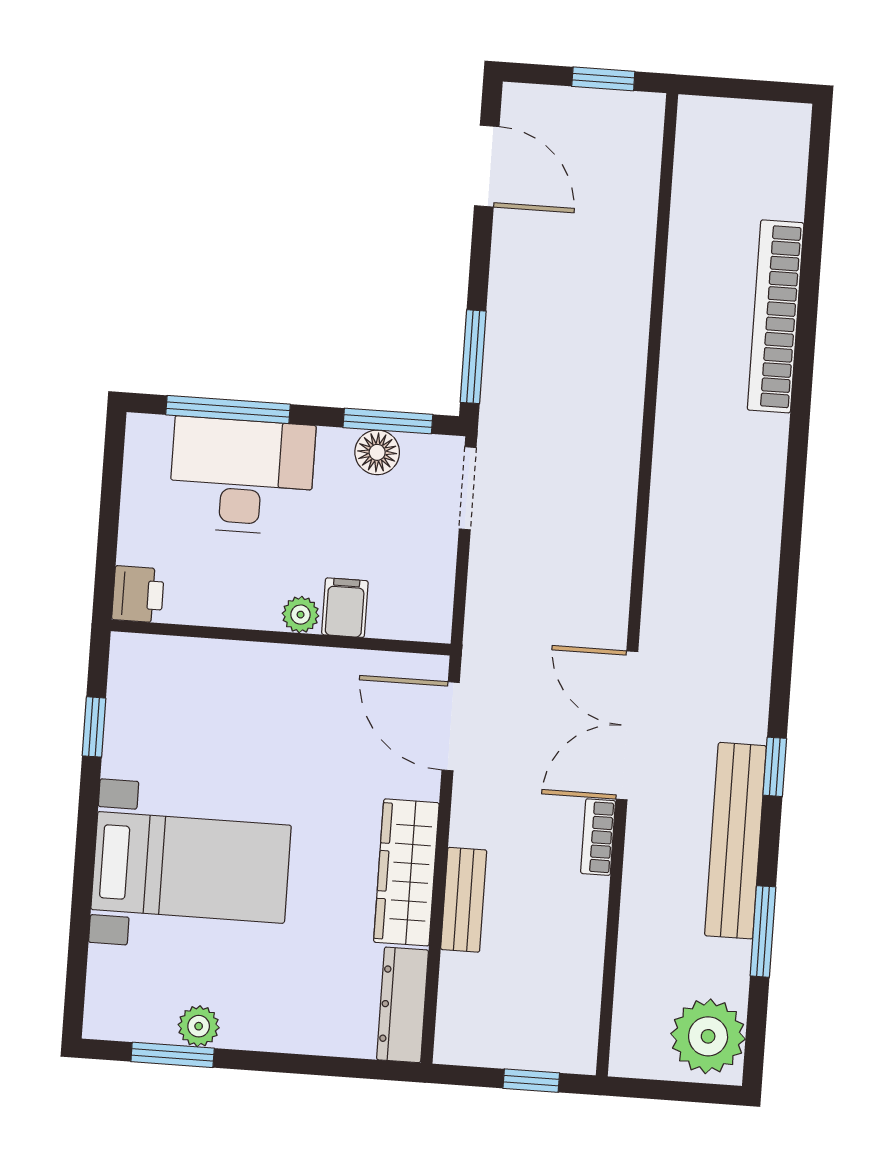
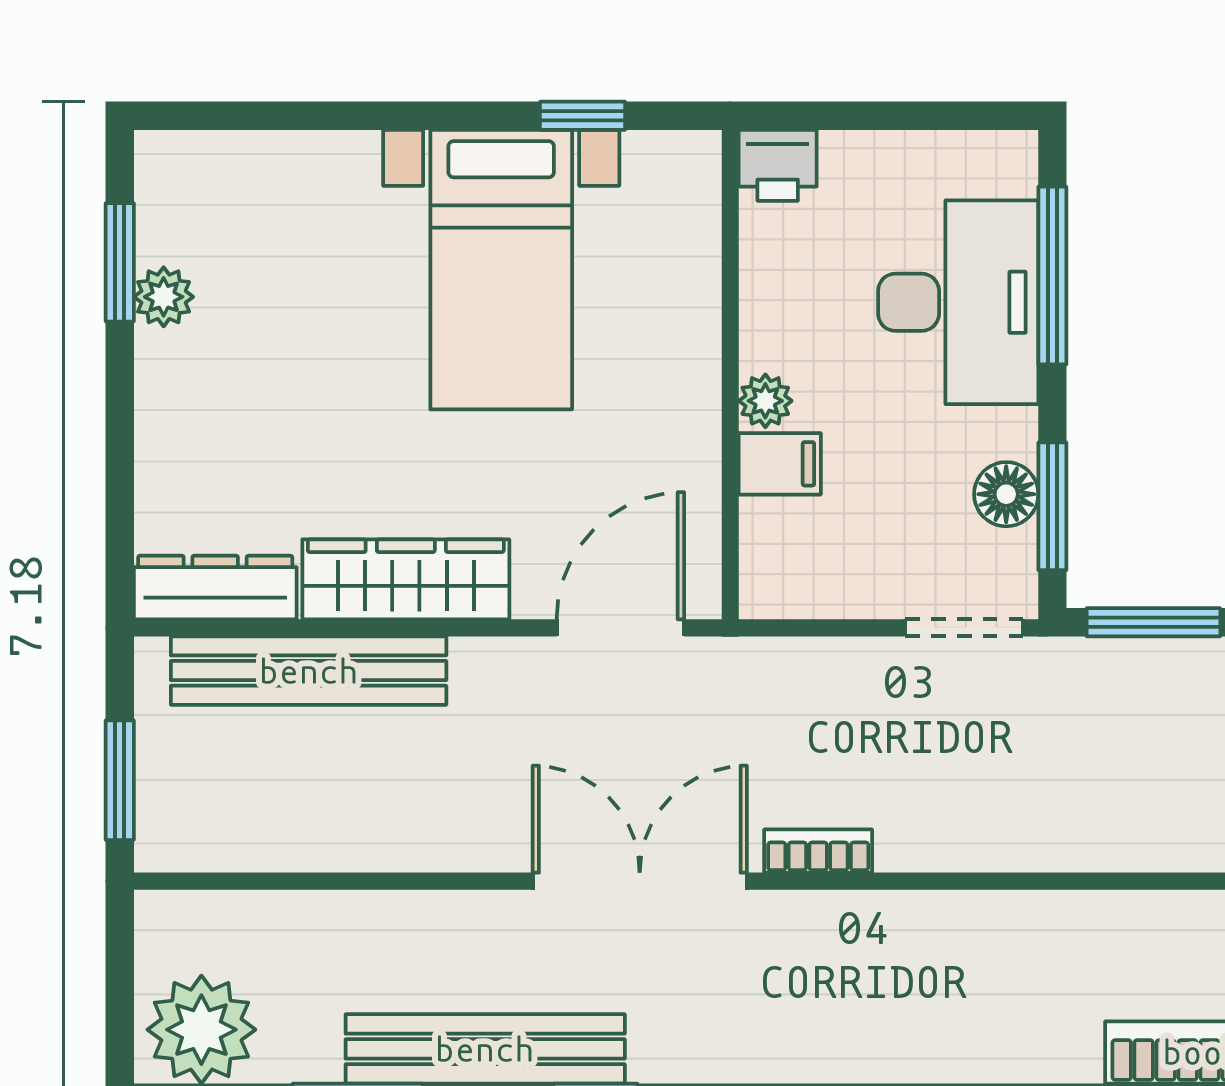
bookcase: (598, 837) -> (818, 851), moved
bed with nightstands: (191, 867) -> (501, 270), moved
bench: (464, 900) -> (309, 671), width x1.86, depth x1.21
window: (531, 1081) -> (120, 780), width x1.50

